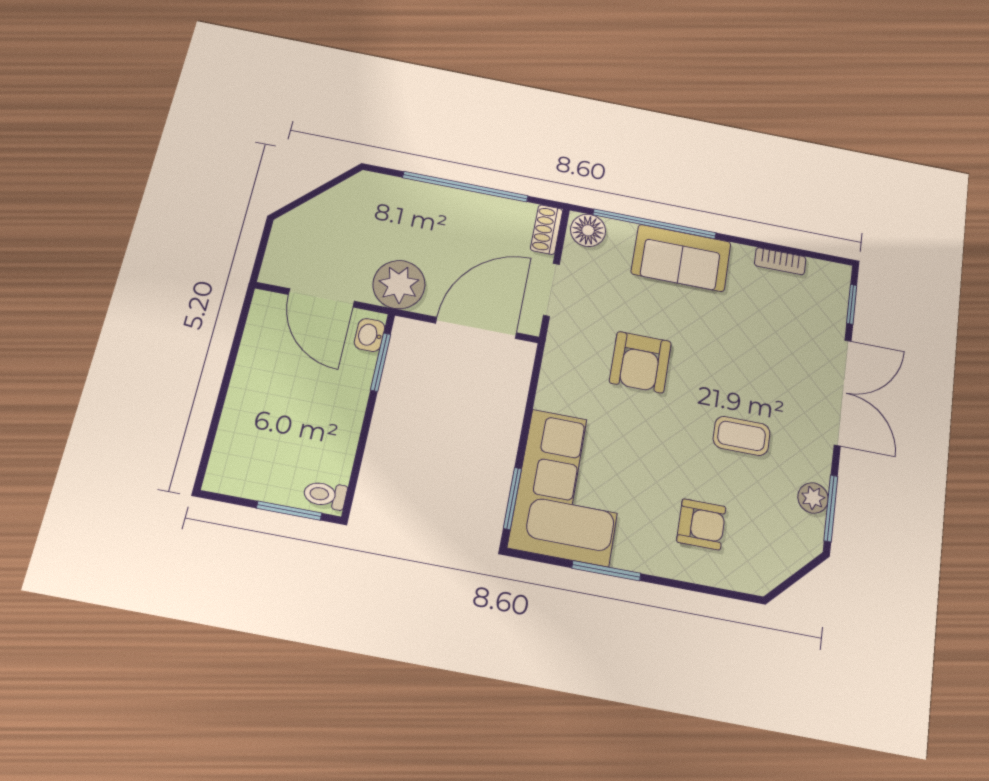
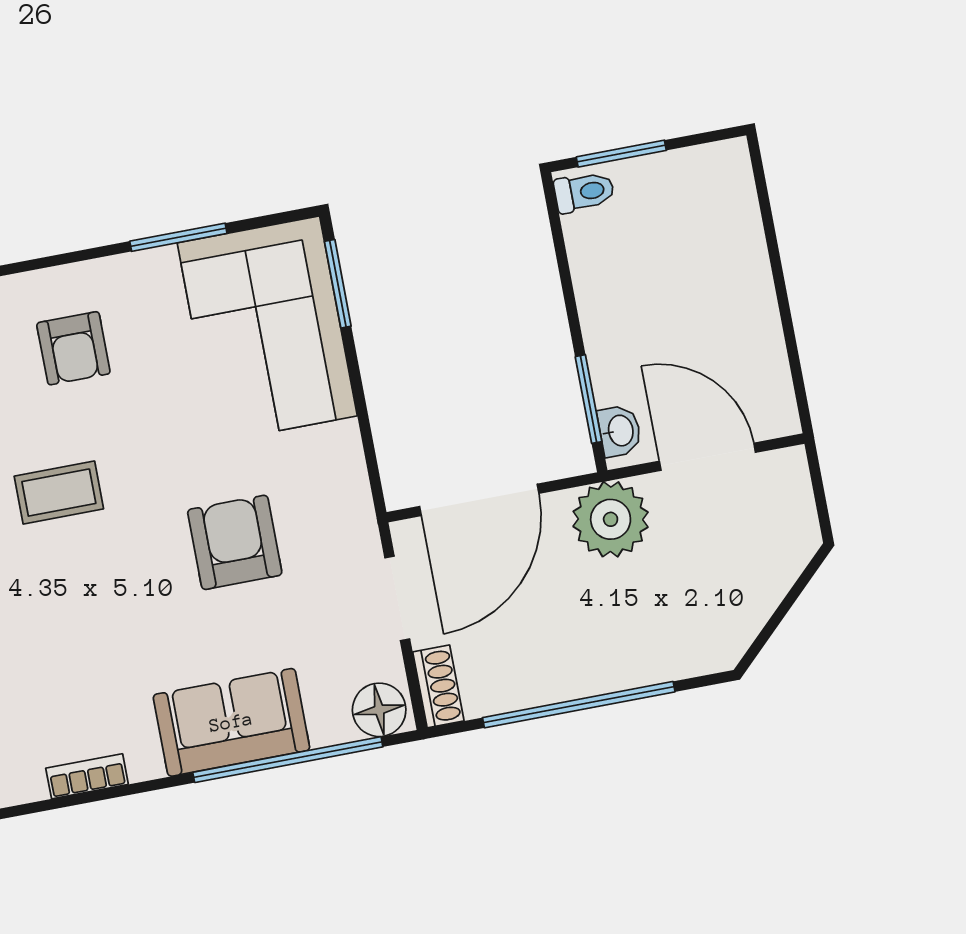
armchair: (701, 524) -> (73, 348), turned -90

